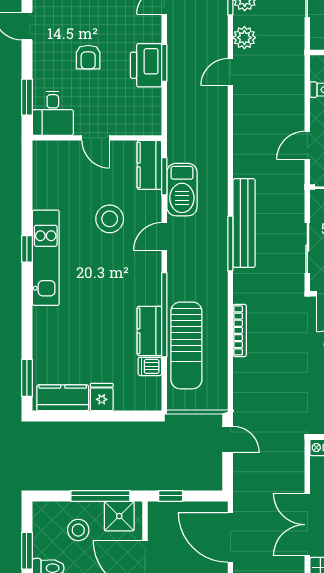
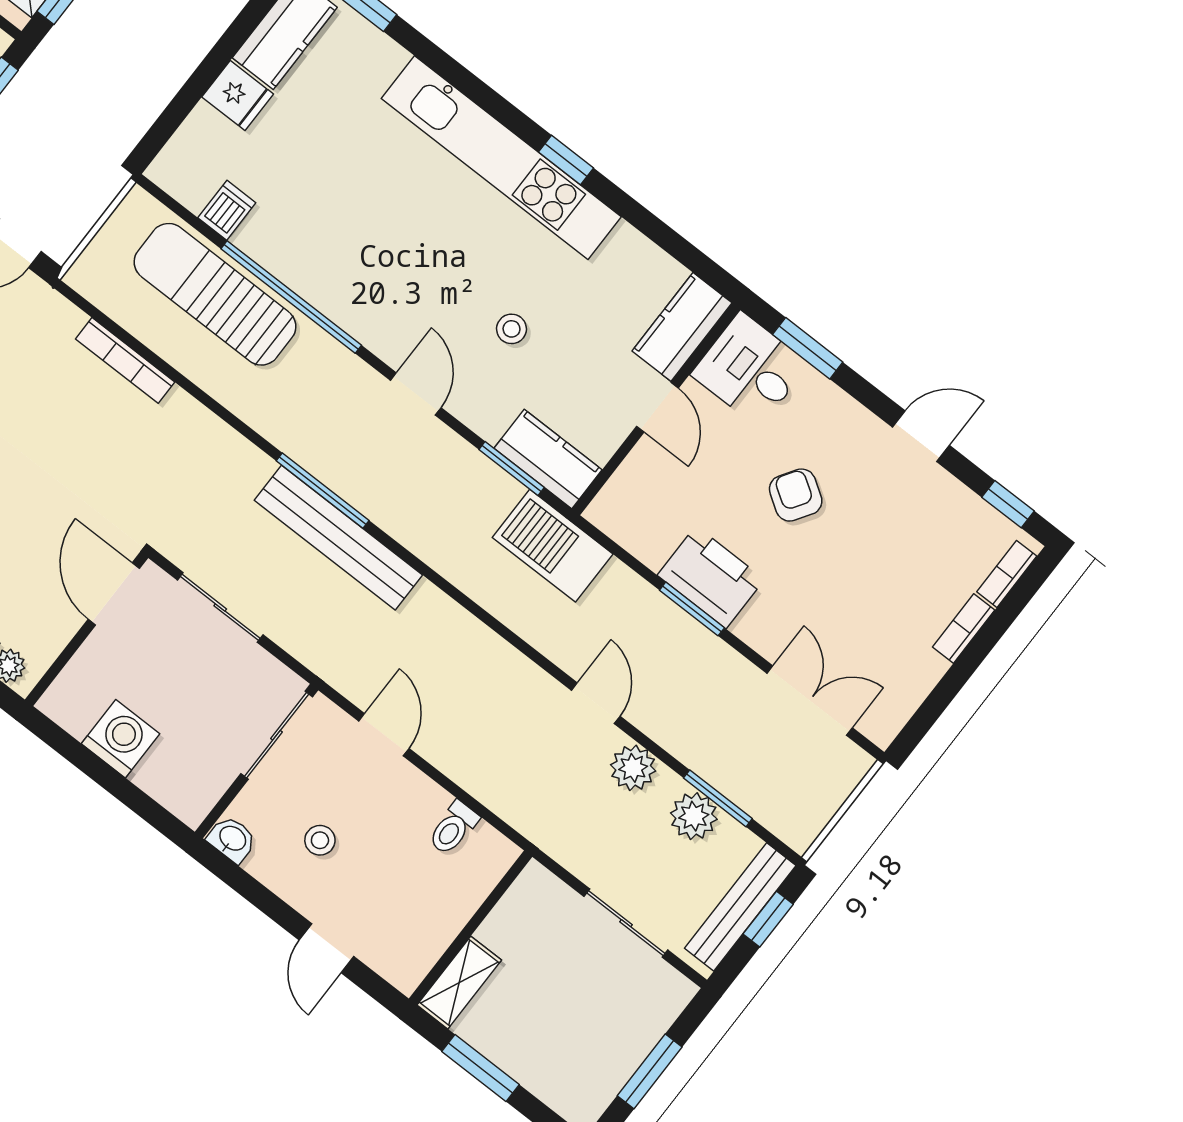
armchair: (88, 57) -> (796, 495), turned 33
door: (96, 138) -> (657, 407), swing flipped
barbecue: (182, 190) -> (553, 546), moved
stool: (110, 219) -> (512, 329), width x0.53, depth x0.53
kitchen unit: (46, 258) -> (501, 158), width x1.36
bookcase: (240, 330) -> (125, 360), moved
kitchen counter: (149, 331) -> (682, 327), moved, turned -90

